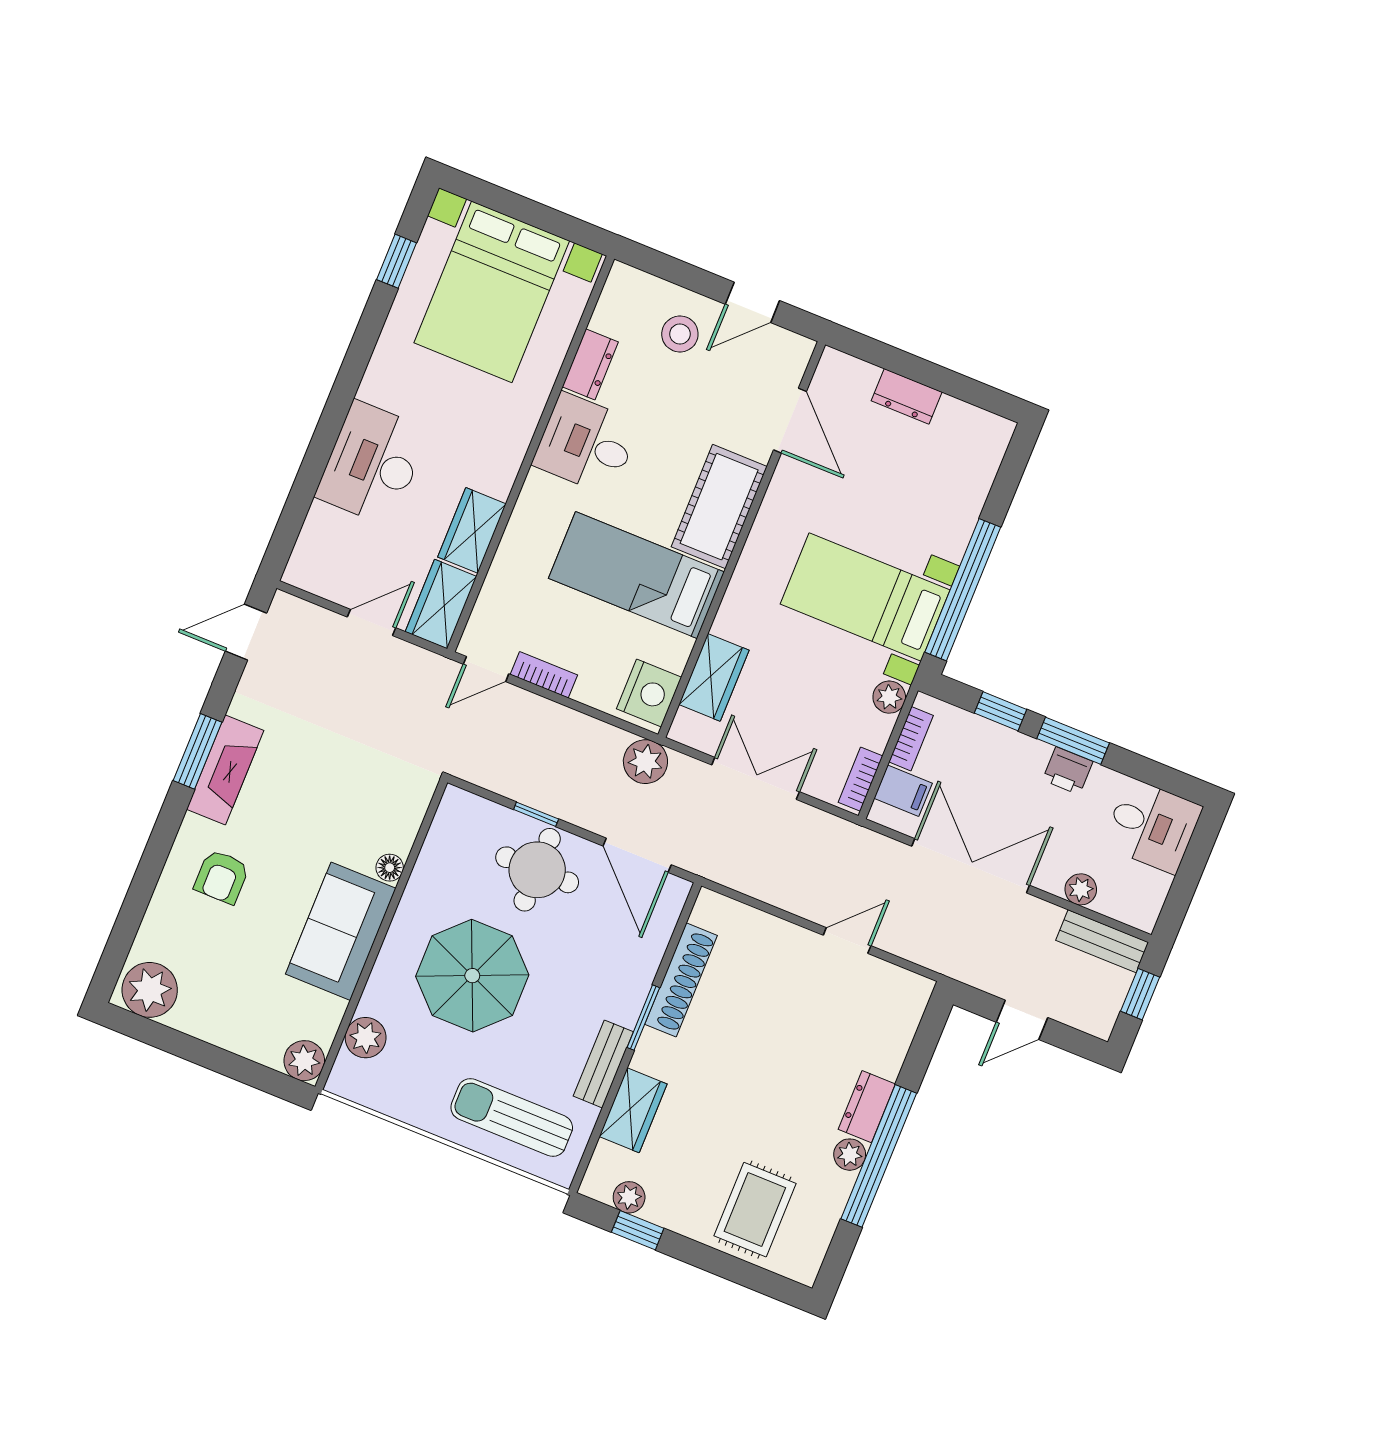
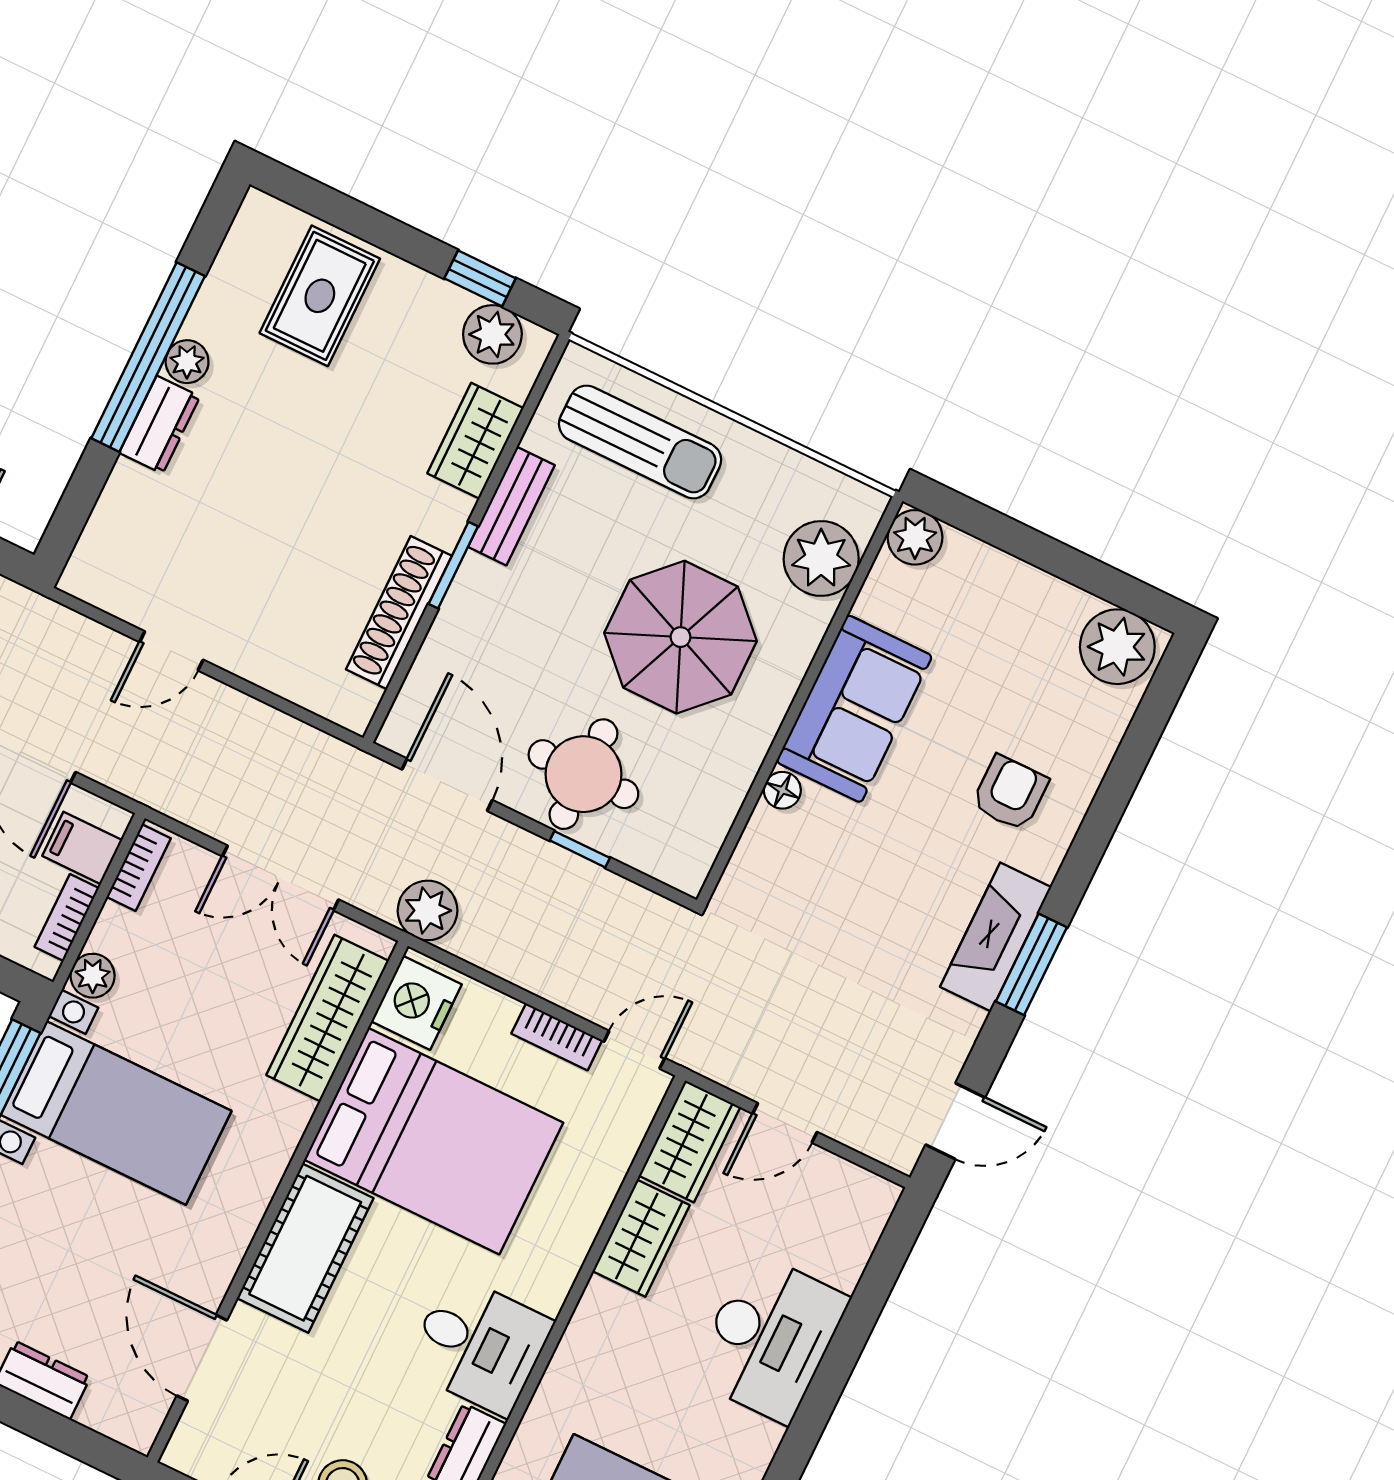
bed: (636, 575) -> (434, 1141), width x1.50
wardrobe: (714, 677) -> (327, 1018), width x1.50
plant: (366, 1038) -> (821, 559), width x1.36, depth x1.36
plant: (629, 1197) -> (492, 334), width x1.38, depth x1.38

